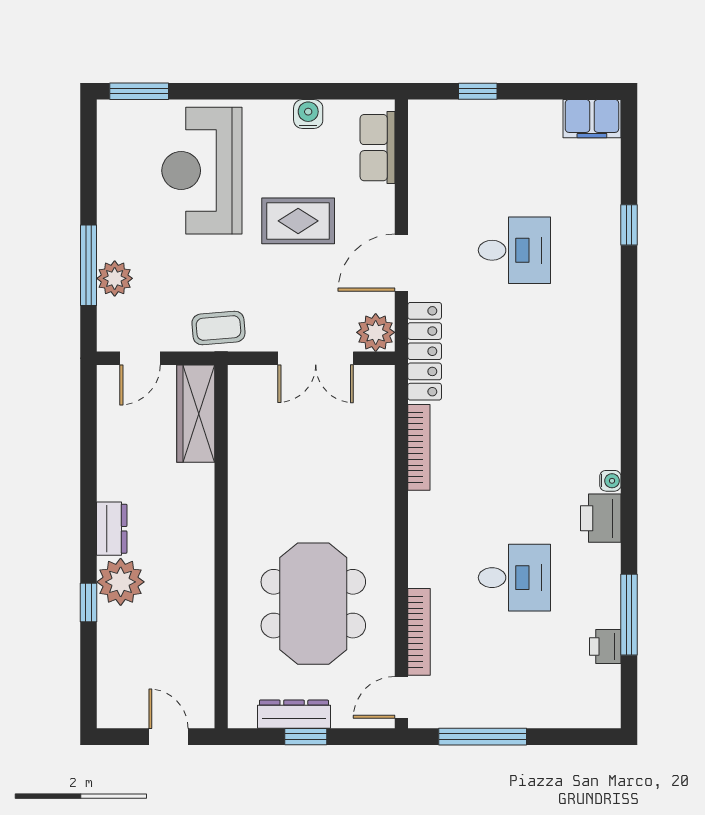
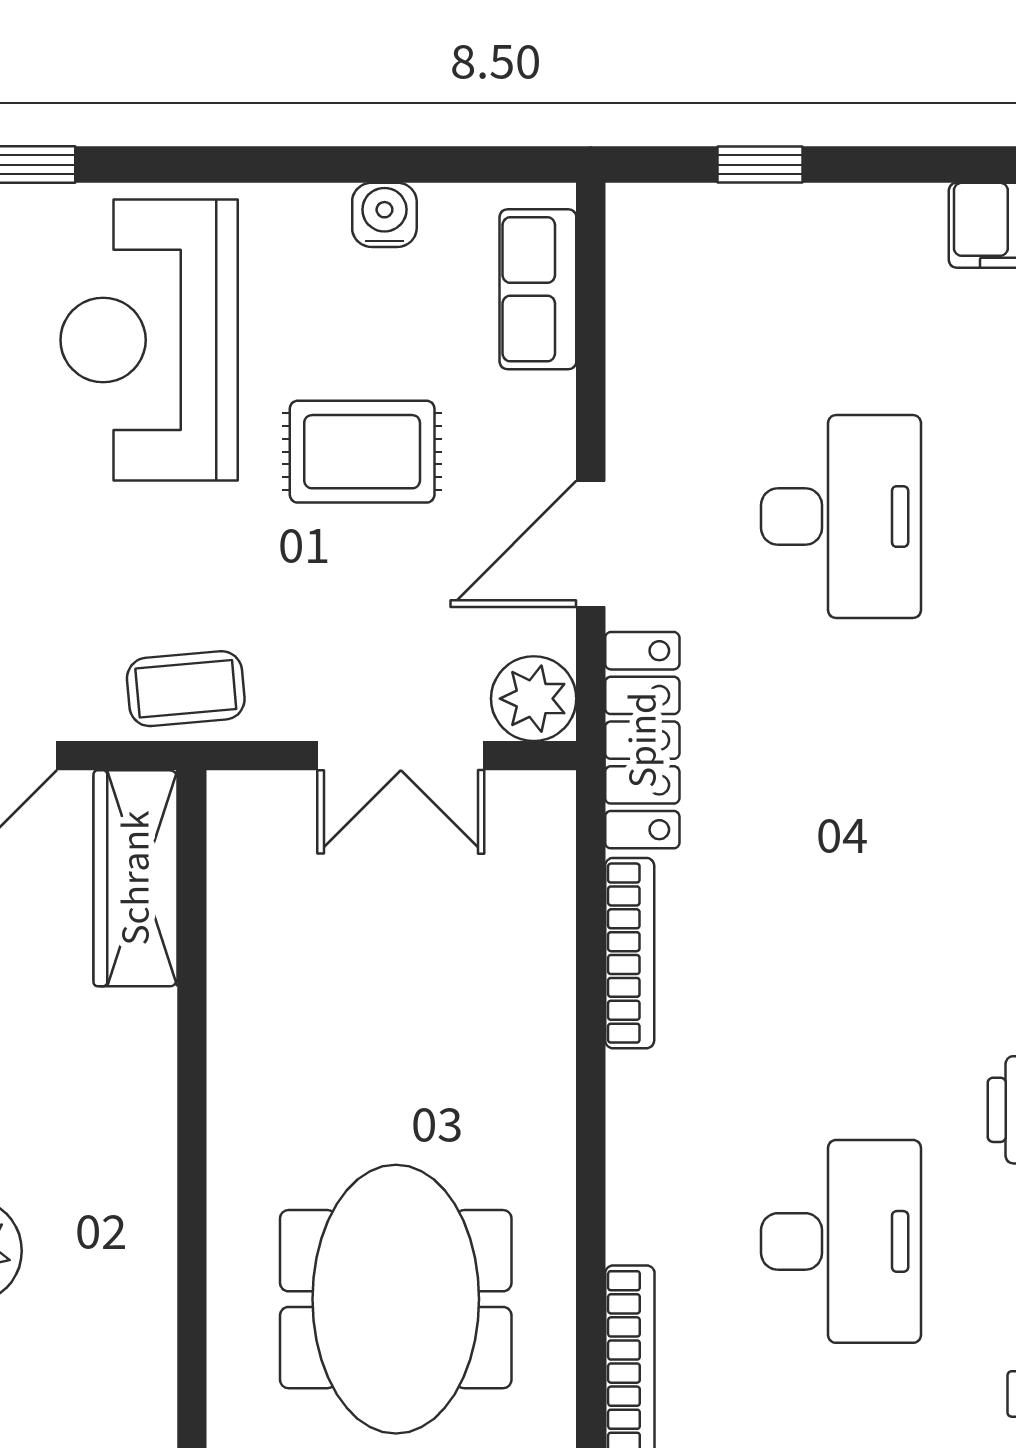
desk: (514, 250) -> (841, 517), width x1.37
desk: (514, 578) -> (841, 1241), width x1.37

